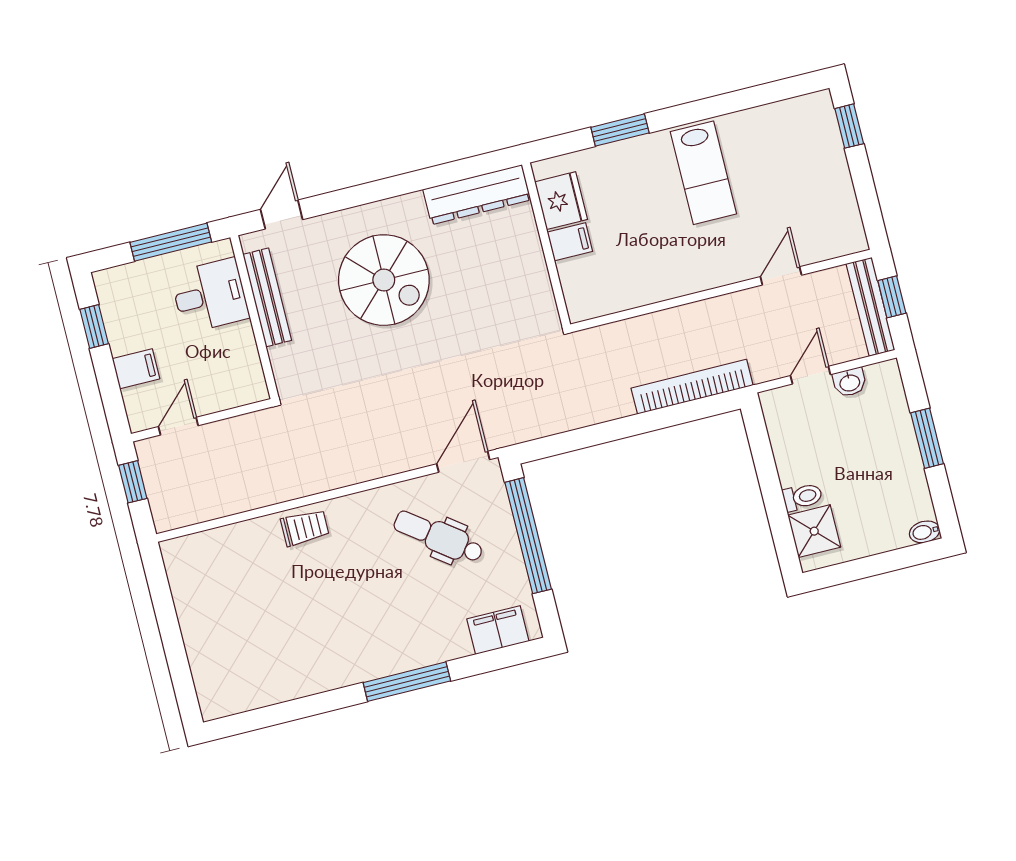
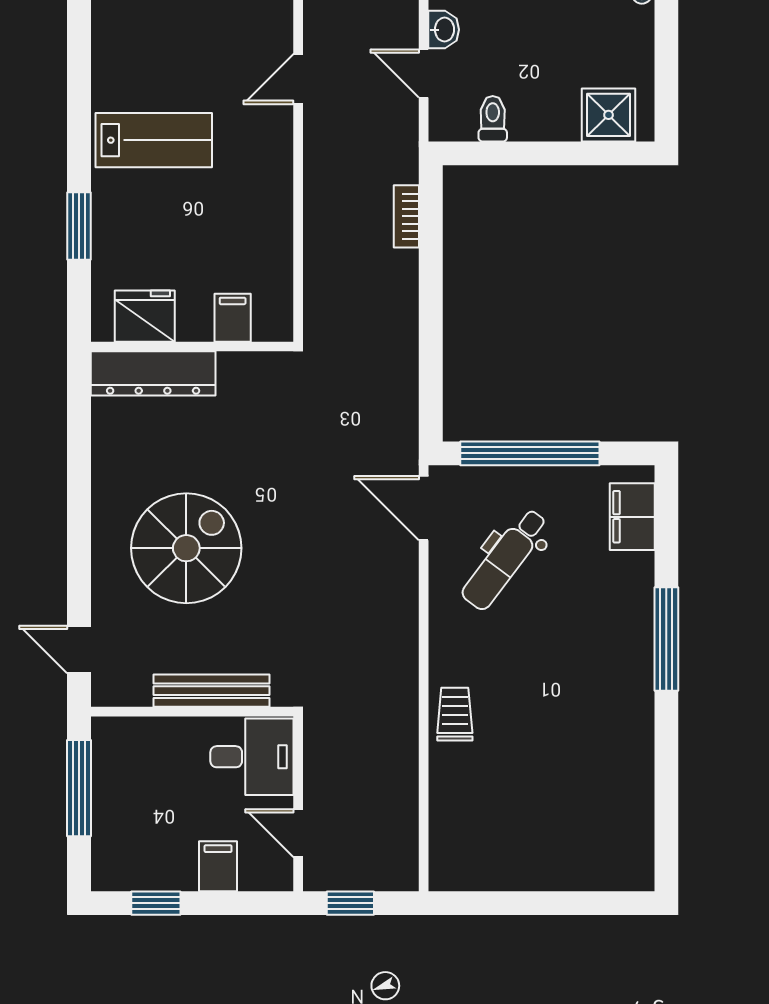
dresser: (477, 195) -> (153, 373), moved, turned 90
filing cabinet: (570, 242) -> (233, 318), moved
door: (781, 276) -> (298, 79), hinge flipped
desk: (210, 295) -> (252, 757), moved, turned 90
bench: (267, 297) -> (212, 691), moved
bookcase: (692, 387) -> (406, 216), width x0.43, depth x0.76
toilet: (802, 497) -> (493, 119), moved

